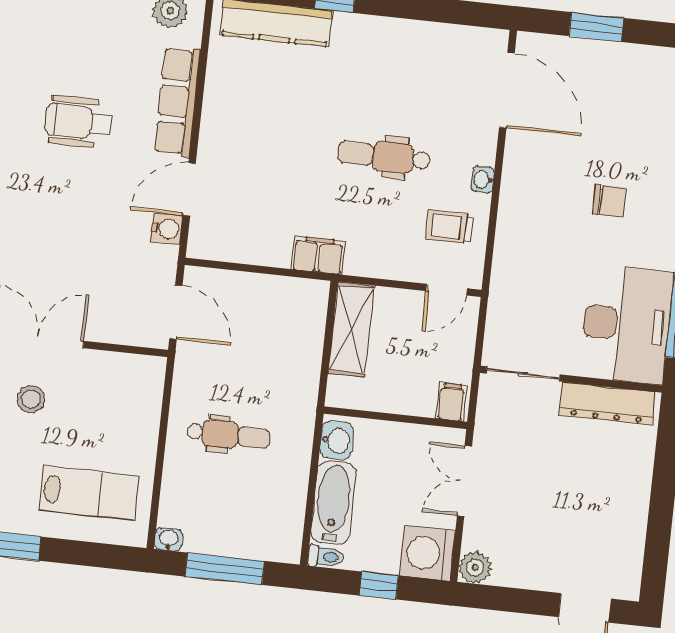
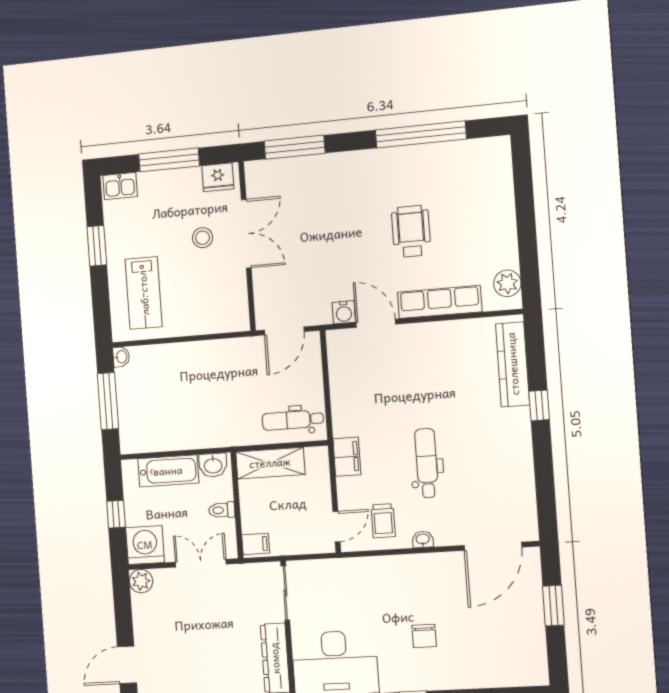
trolley: (449, 227) -> (383, 521), turned 180
filing cabinet: (318, 255) -> (347, 457), moved
door: (447, 290) -> (337, 527), swing flipped
shelving: (351, 329) -> (270, 463), moved
dental chair: (228, 435) -> (293, 420), moved, turned 90
toilet: (326, 557) -> (222, 510), moved, turned 90

